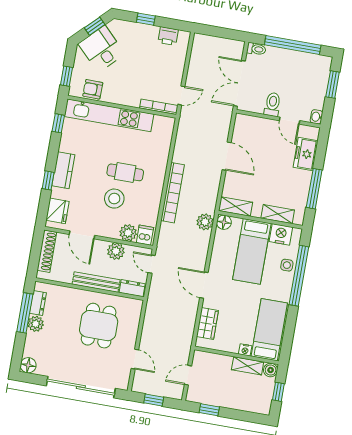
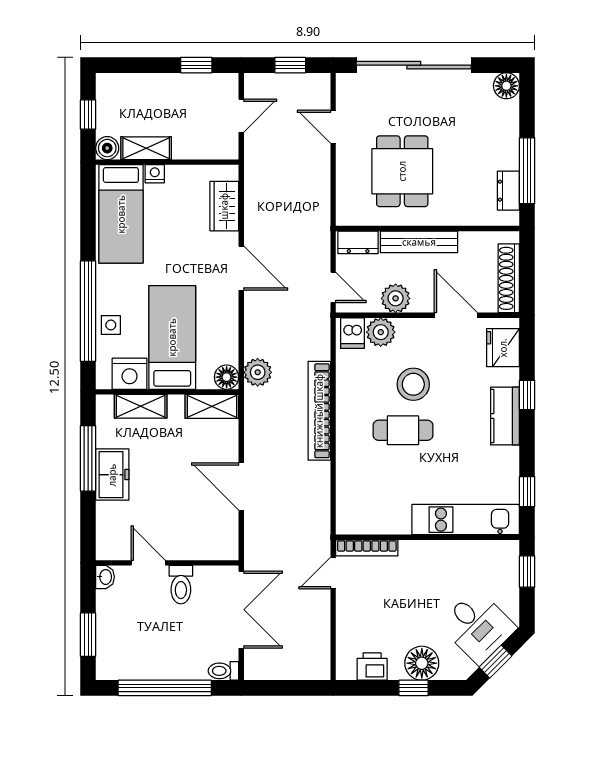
floor lamp: (138, 33) -> (422, 663), added
armchair: (93, 89) -> (480, 557), removed
kitchen unit: (109, 115) -> (466, 520), width x0.73
freezer: (305, 154) -> (112, 475), moved
plant: (36, 324) -> (506, 156), removed

